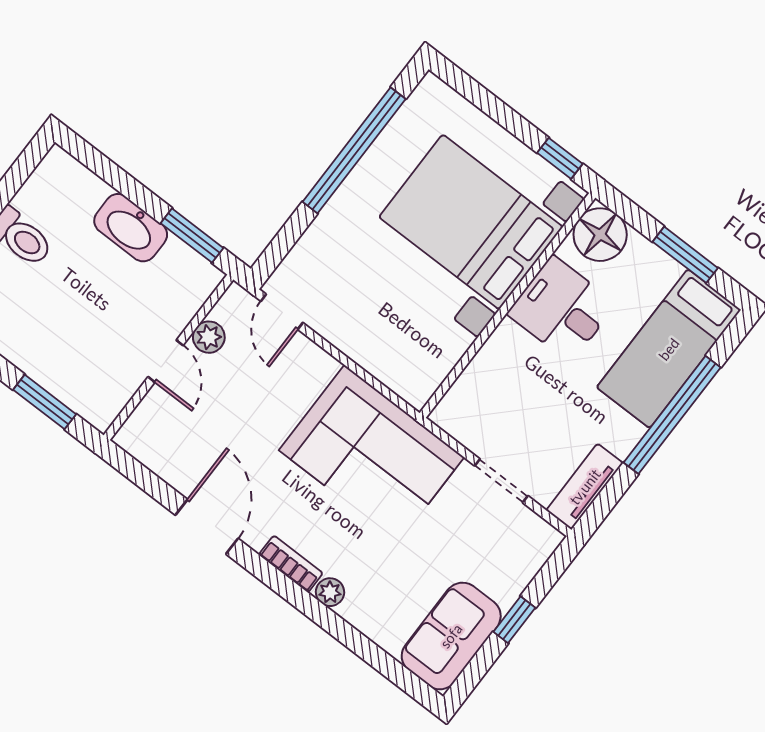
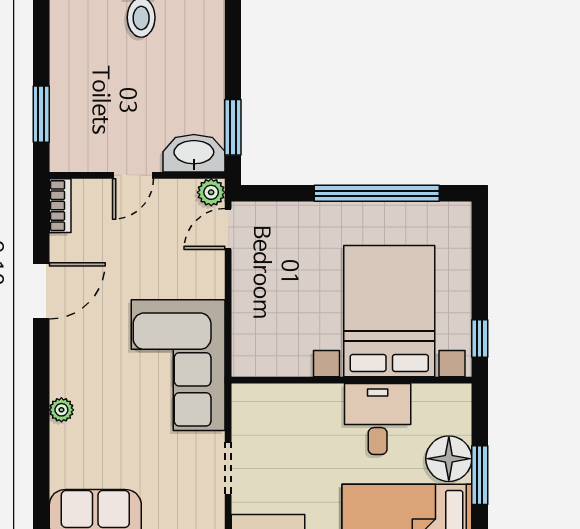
washbasin: (131, 228) -> (194, 153), moved, turned 90
floor lamp: (600, 235) -> (449, 459), moved
plant: (209, 337) -> (211, 192), moved
bookcase: (291, 564) -> (60, 206), moved

